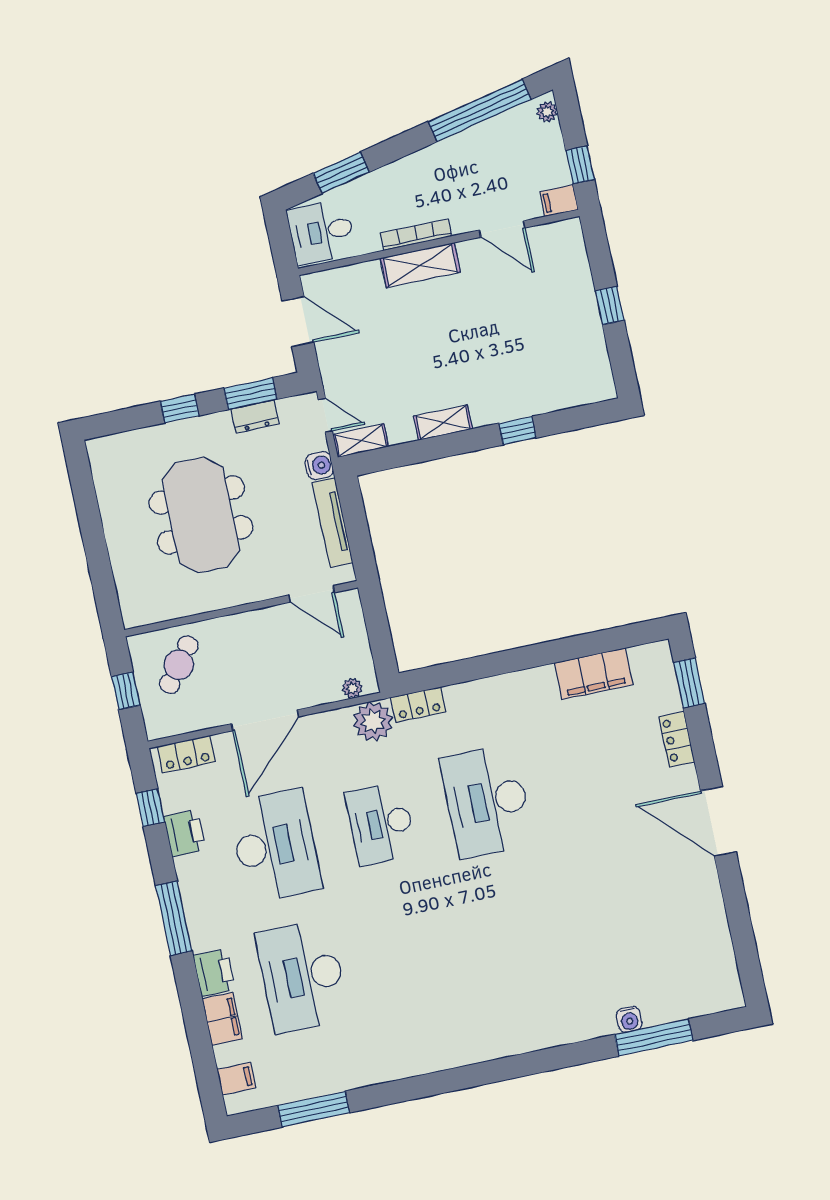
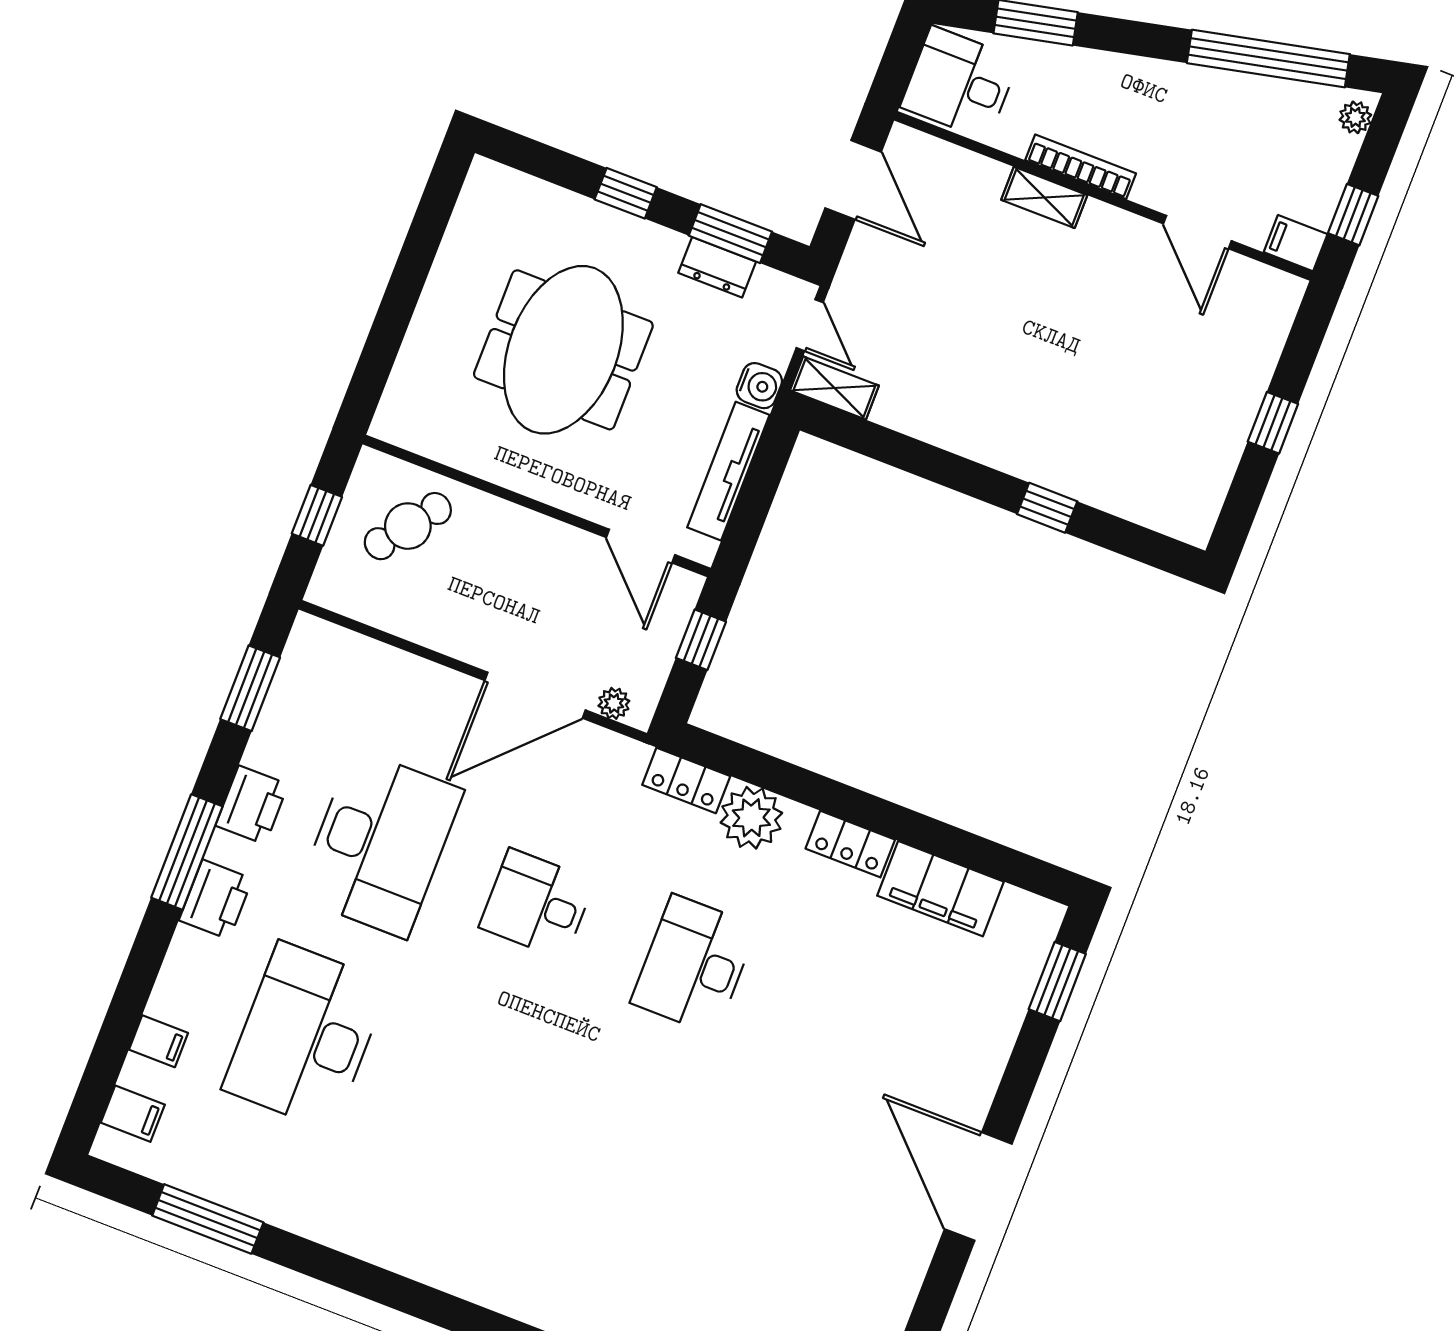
shelving: (420, 265) -> (1044, 197), width x0.67, depth x0.75
shelving: (443, 423) -> (957, 434), removed
window: (377, 623) -> (701, 640), added
door: (265, 720) -> (535, 695), moved
plant: (373, 721) -> (751, 818), moved
locker: (677, 739) -> (850, 844), moved, turned -90
locker: (186, 754) -> (342, 649), removed
desk: (487, 801) -> (694, 965), width x0.73, depth x0.77
window: (150, 808) -> (250, 688), width x1.50
desk: (381, 824) -> (537, 904), width x0.73
printer: (185, 833) -> (252, 805), moved
printer: (214, 972) -> (216, 899), moved
filing cabinet: (222, 1019) -> (158, 1041), width x0.50

